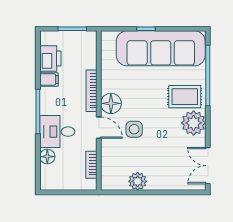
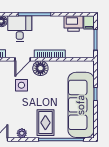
filing cabinet: (49, 79) -> (89, 22), moved
plant: (194, 123) -> (22, 133), width x0.53, depth x0.53

